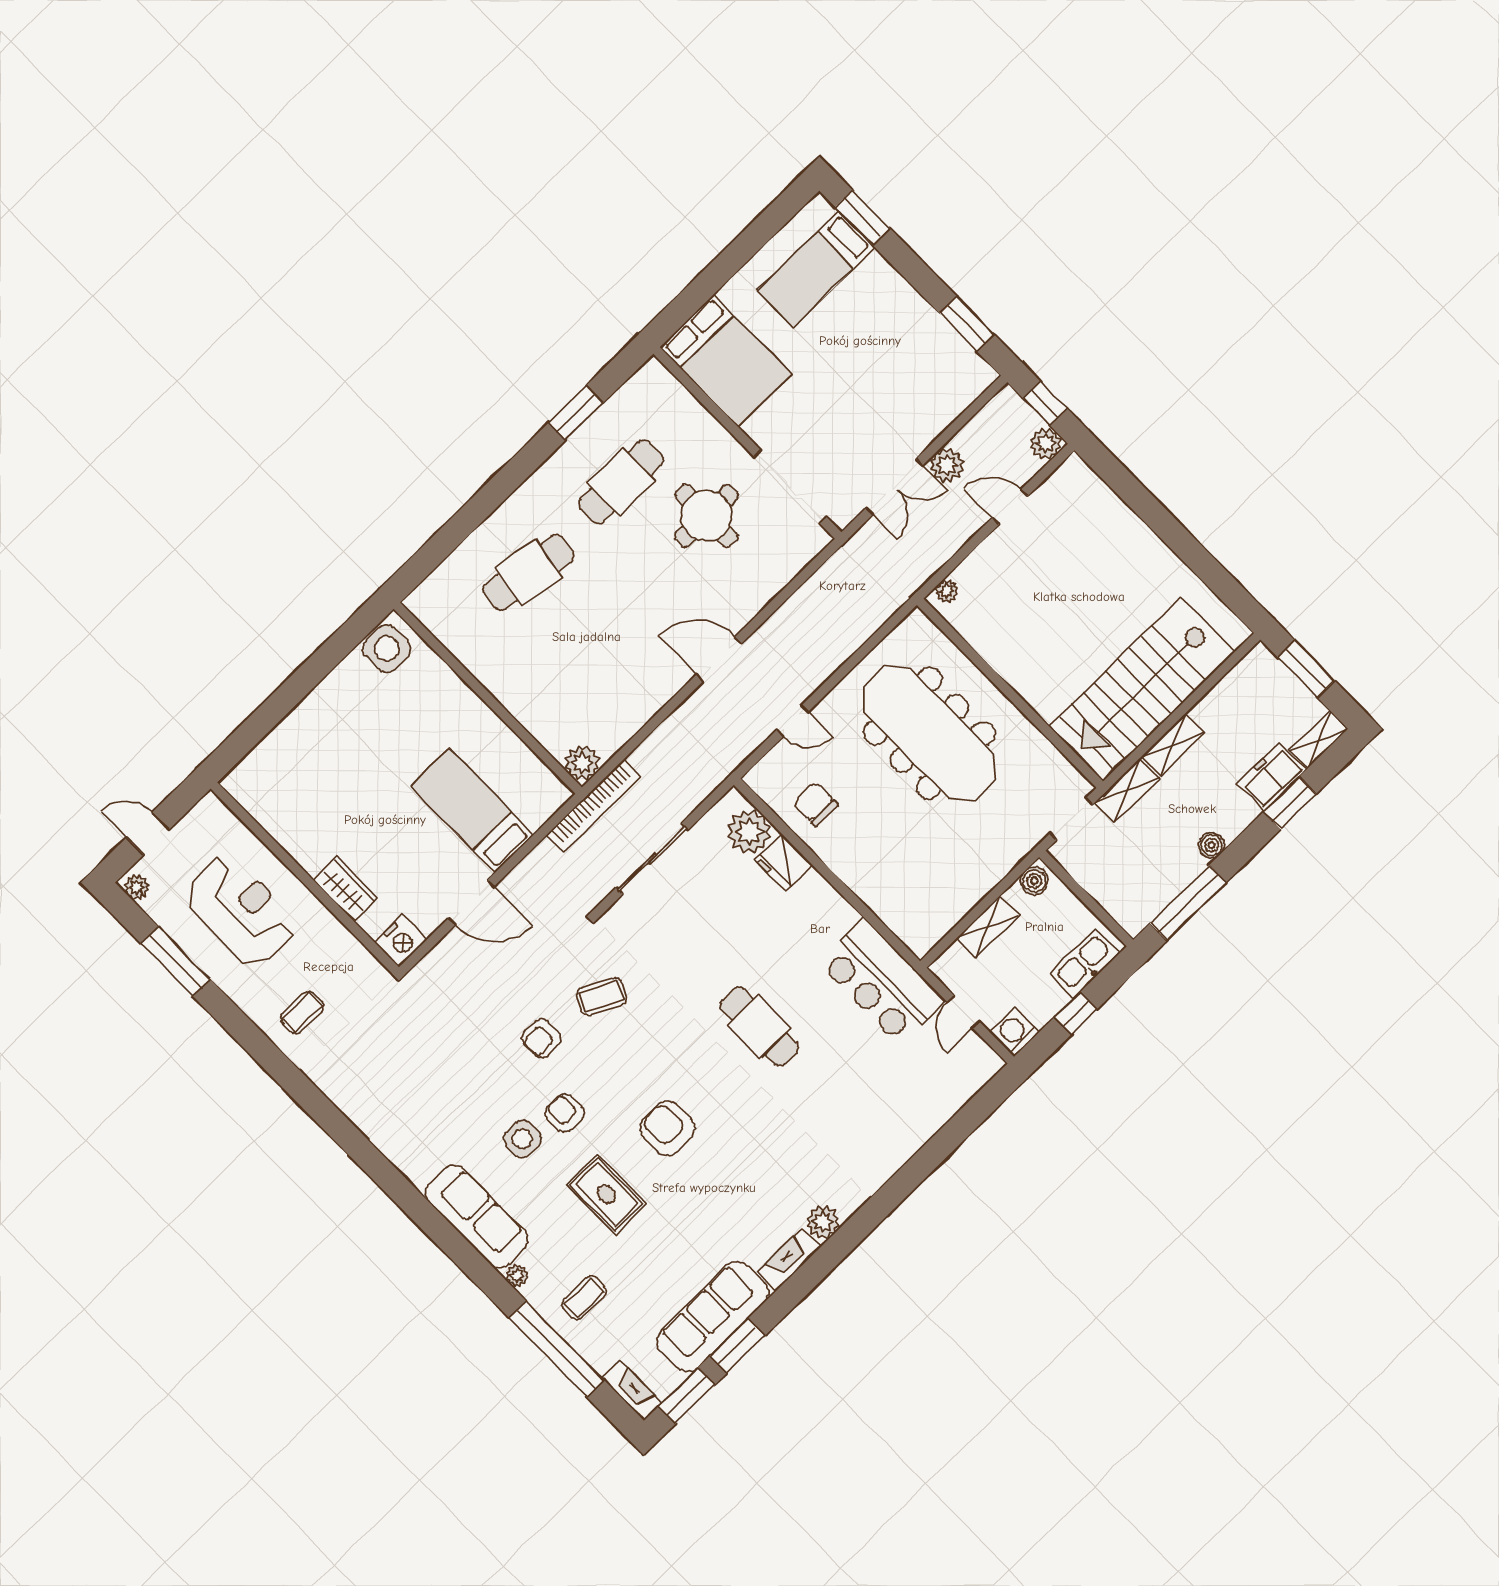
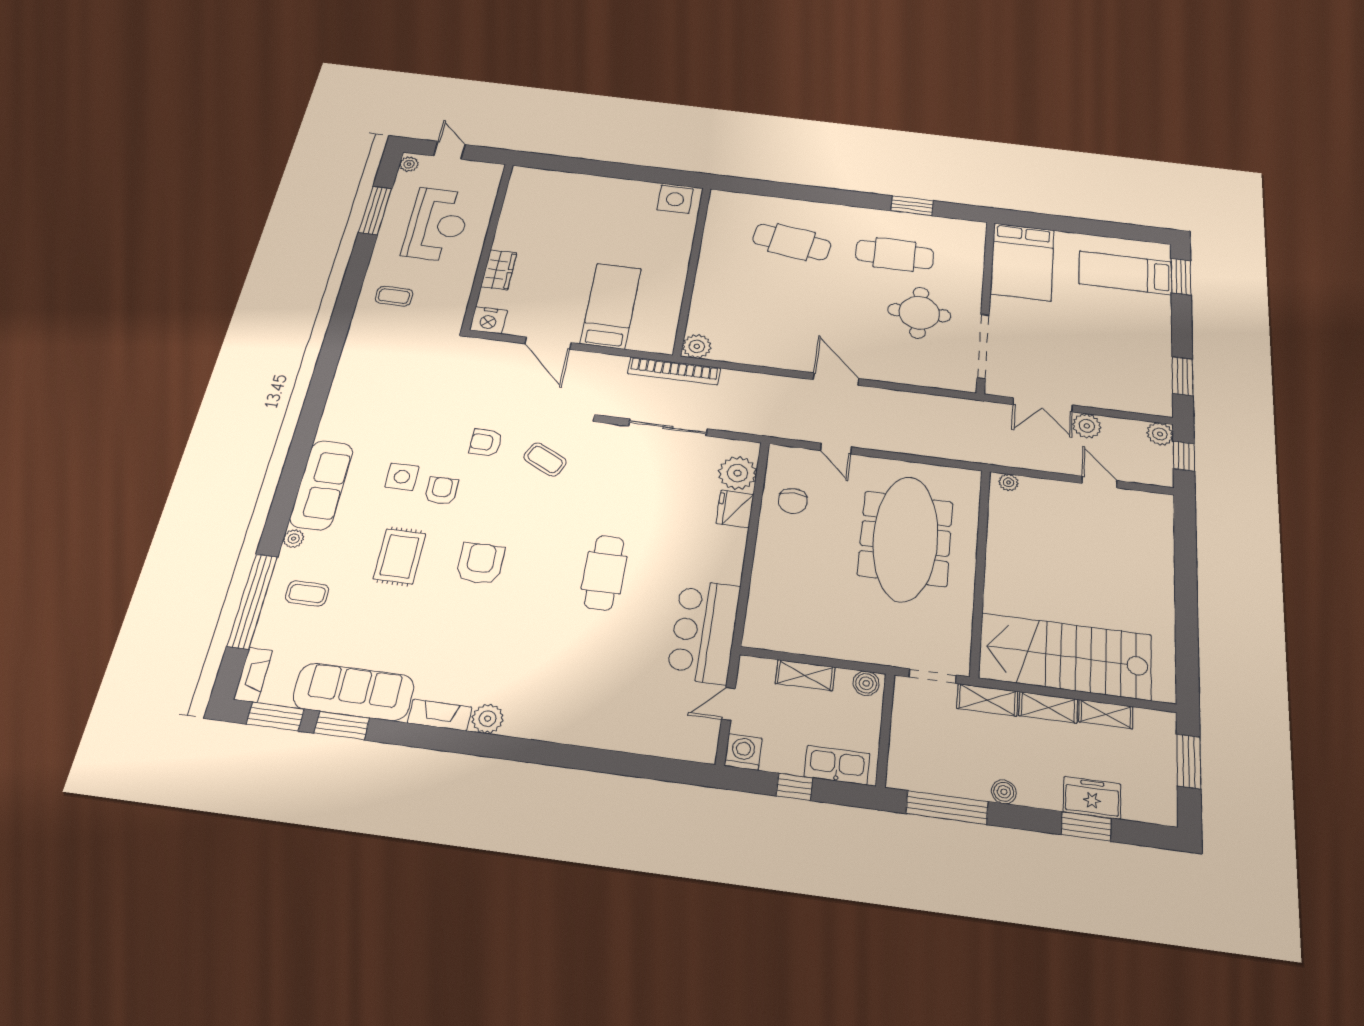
plant: (1046, 444) -> (1160, 434), moved
shelving: (1319, 740) -> (1106, 714), moved
chair: (816, 804) -> (793, 501), turned 180

